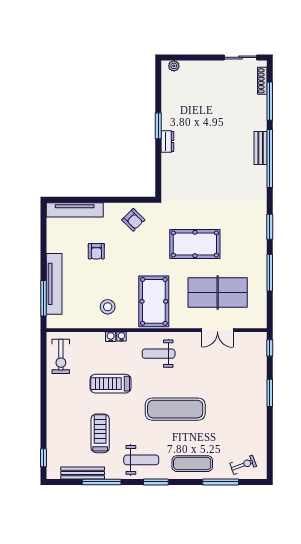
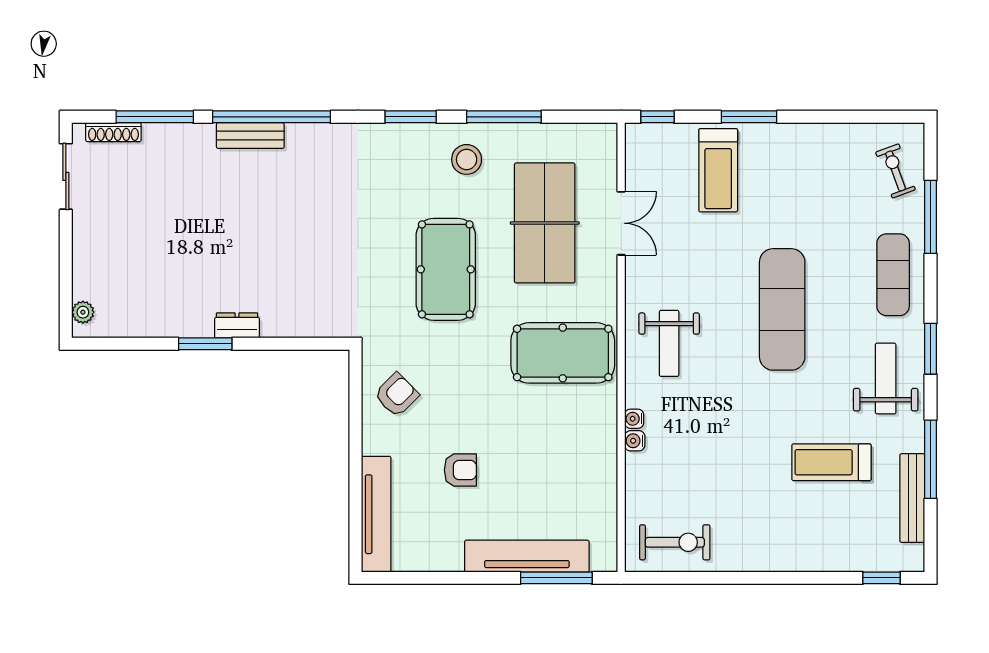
stool: (108, 307) -> (467, 159), moved
treadmill: (111, 384) -> (718, 170), moved

